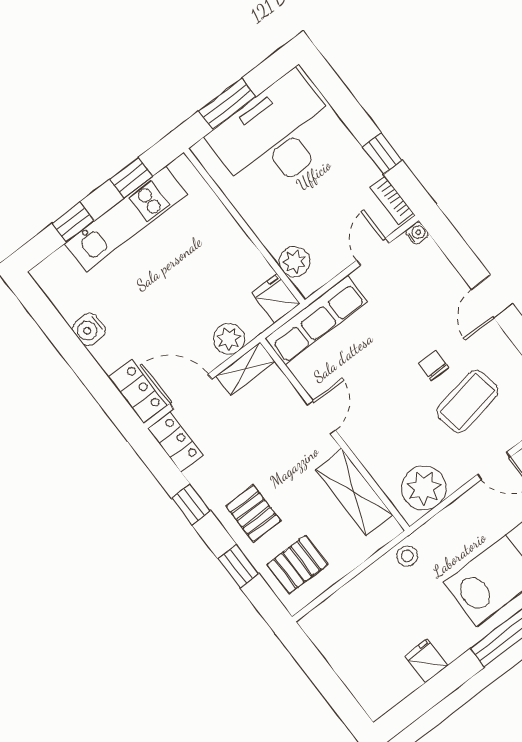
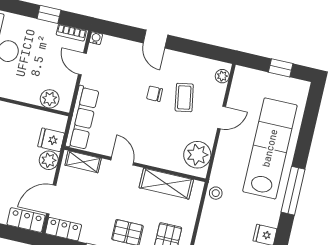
fridge: (276, 298) -> (51, 140), moved
shelving: (246, 369) -> (83, 162), moved, turned 90
coffee table: (467, 401) -> (184, 98), width x0.73, depth x0.77

